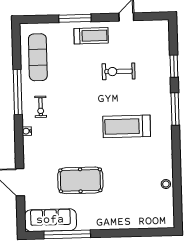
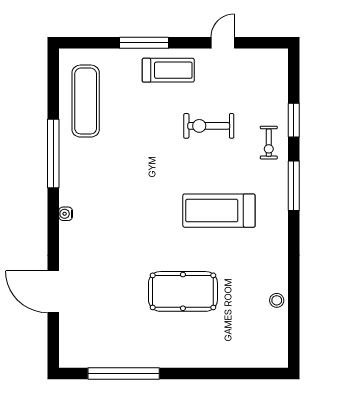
exercise bike: (41, 107) -> (269, 143), moved
pool table: (80, 180) -> (183, 291), moved
sofa: (50, 220) -> (98, 351), removed

